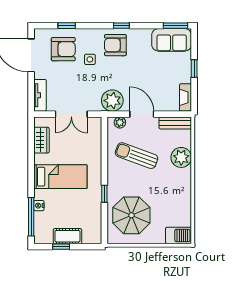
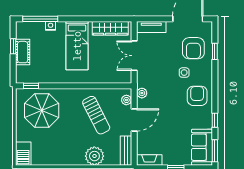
window: (121, 26) -> (215, 120), moved
plant: (112, 101) -> (142, 93), width x0.53, depth x0.53
wardrobe: (41, 140) -> (110, 28), width x1.50
sun lounger: (136, 156) -> (96, 115), turned 133
window: (104, 194) -> (31, 86), moved

